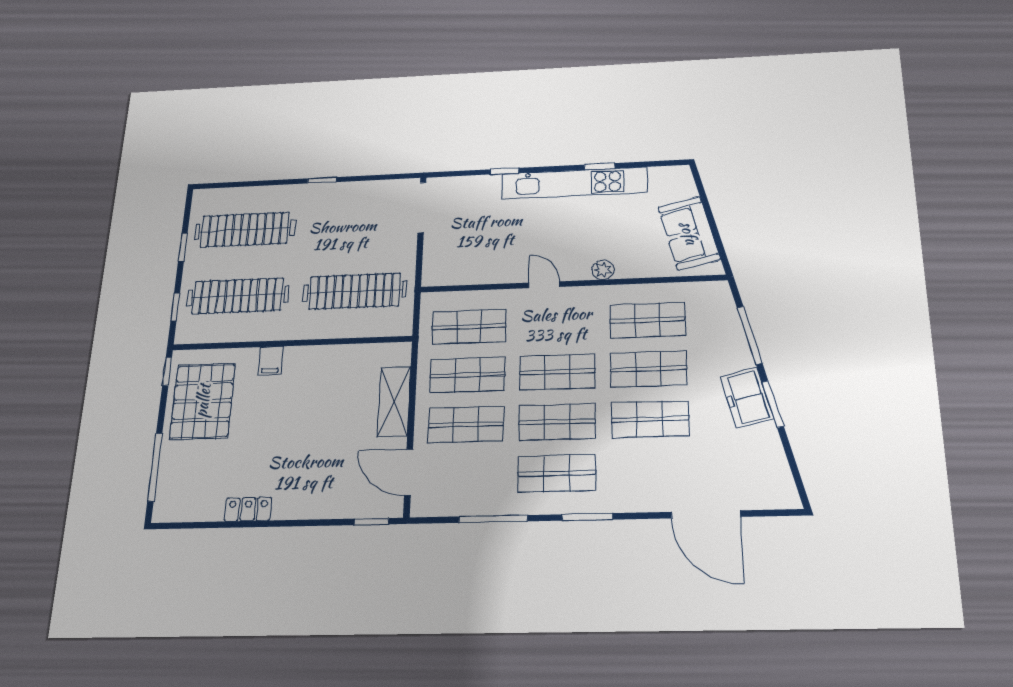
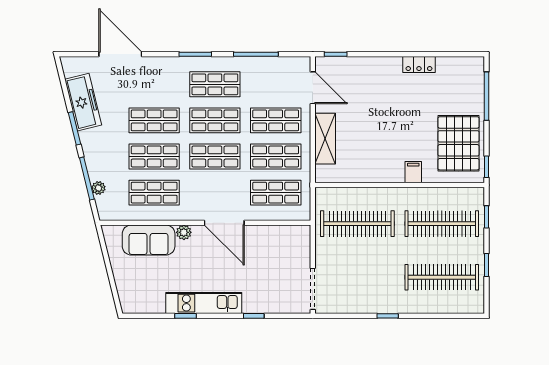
kitchen unit: (574, 183) -> (204, 303), width x0.73
sofa: (689, 233) -> (149, 240), moved, turned 104
door: (544, 285) -> (224, 223), width x1.88
plant: (731, 323) -> (98, 188), added
freezer: (747, 397) -> (83, 102), moved, width x1.40

